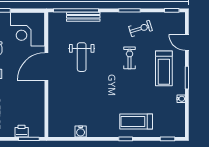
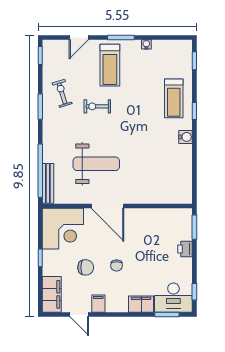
bench: (83, 17) -> (48, 183), moved
weight bench: (82, 57) -> (96, 164), width x1.36, depth x1.33
treadmill: (164, 68) -> (110, 65), turned 90
printer: (22, 131) -> (185, 249), moved
water cooler: (81, 131) -> (186, 137), moved

